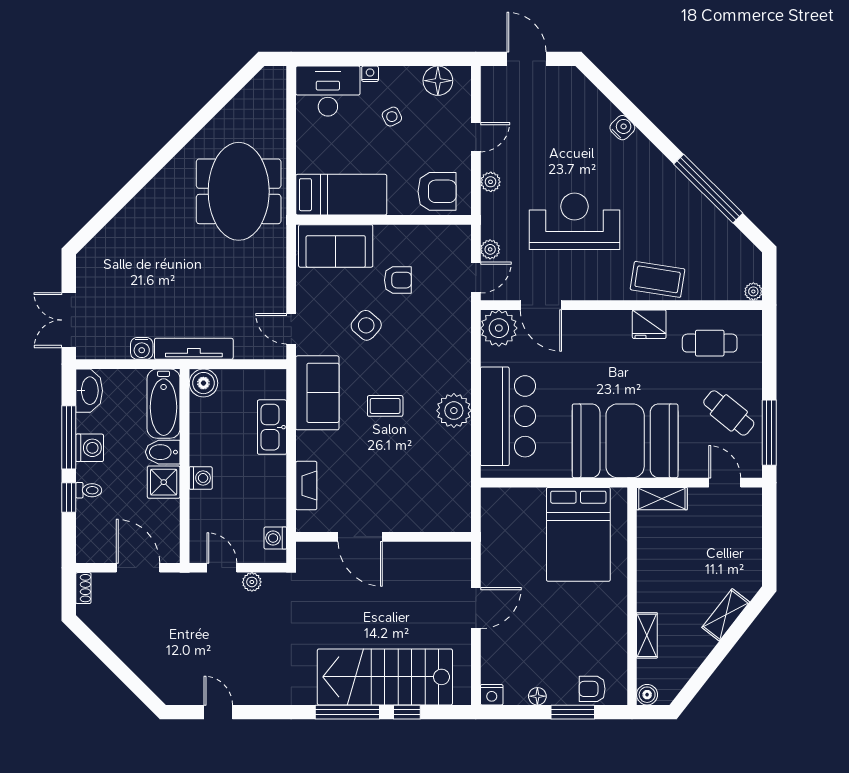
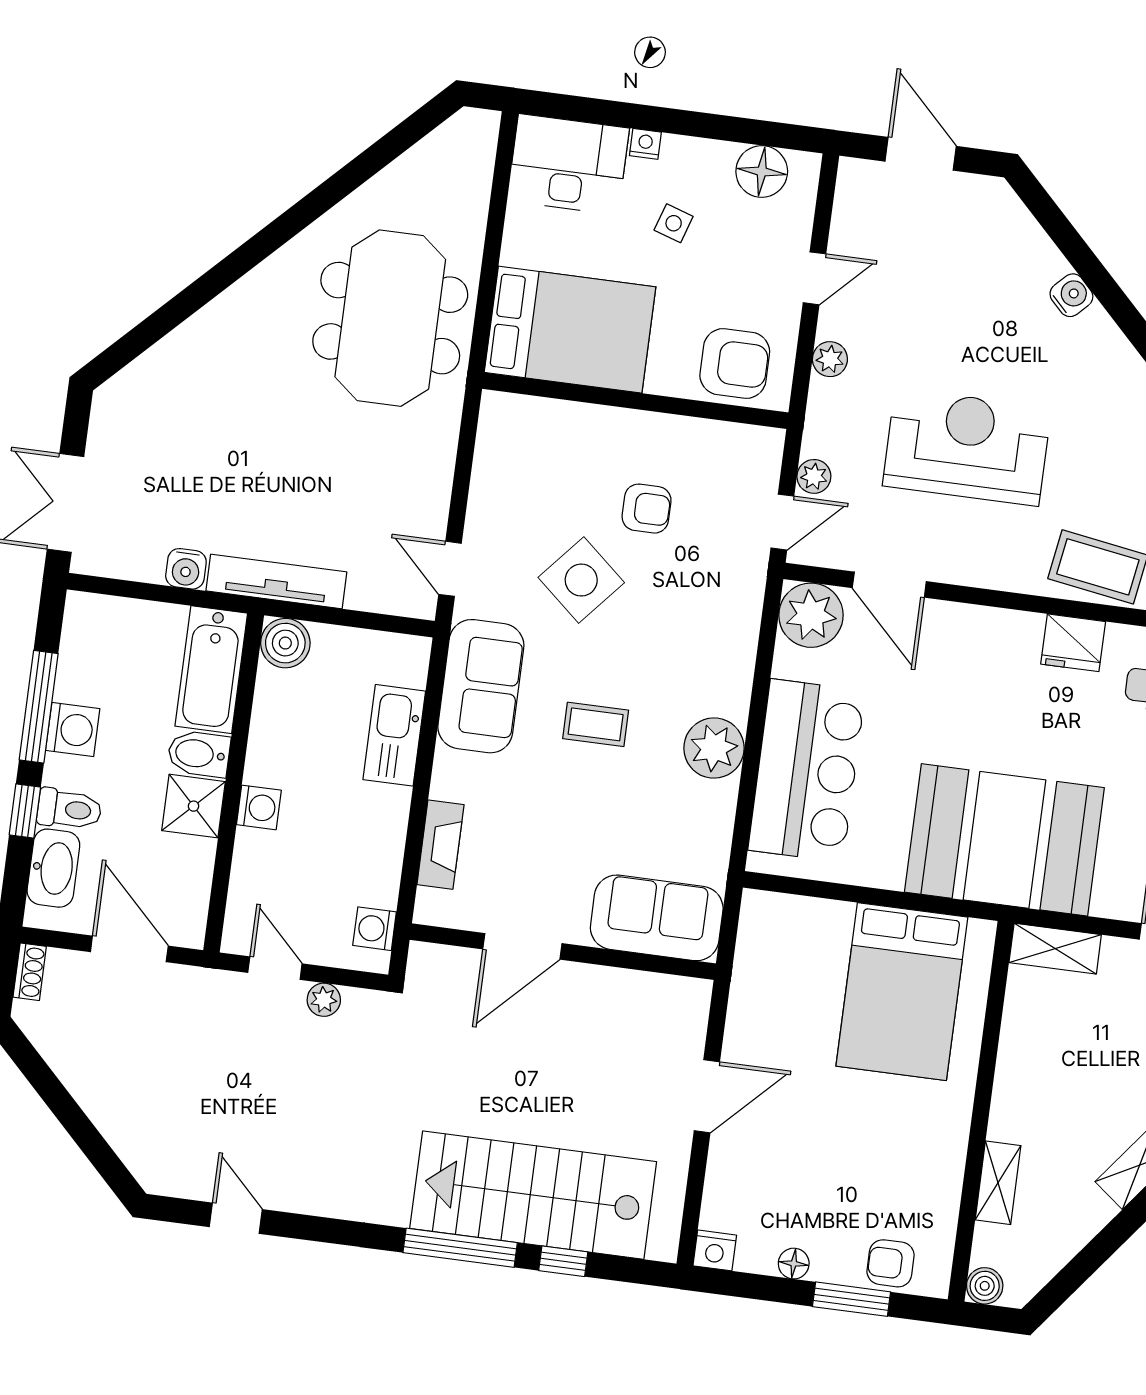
side table: (392, 117) -> (674, 223), turned 45
bed: (341, 195) -> (570, 330), width x1.50
sofa: (336, 246) -> (657, 918), moved, turned 180
side table: (366, 325) -> (581, 580), width x1.37, depth x1.37
washbasin: (89, 391) -> (53, 868), moved
toilet: (89, 490) -> (69, 809), width x1.37, depth x1.39
door: (360, 537) -> (522, 946), hinge flipped

